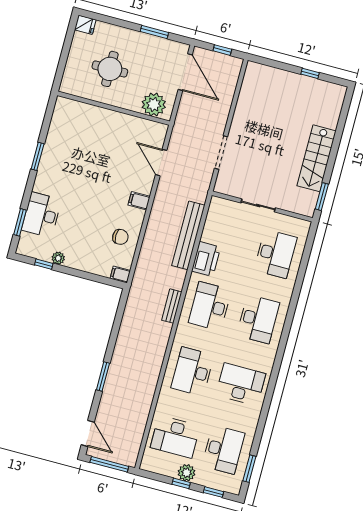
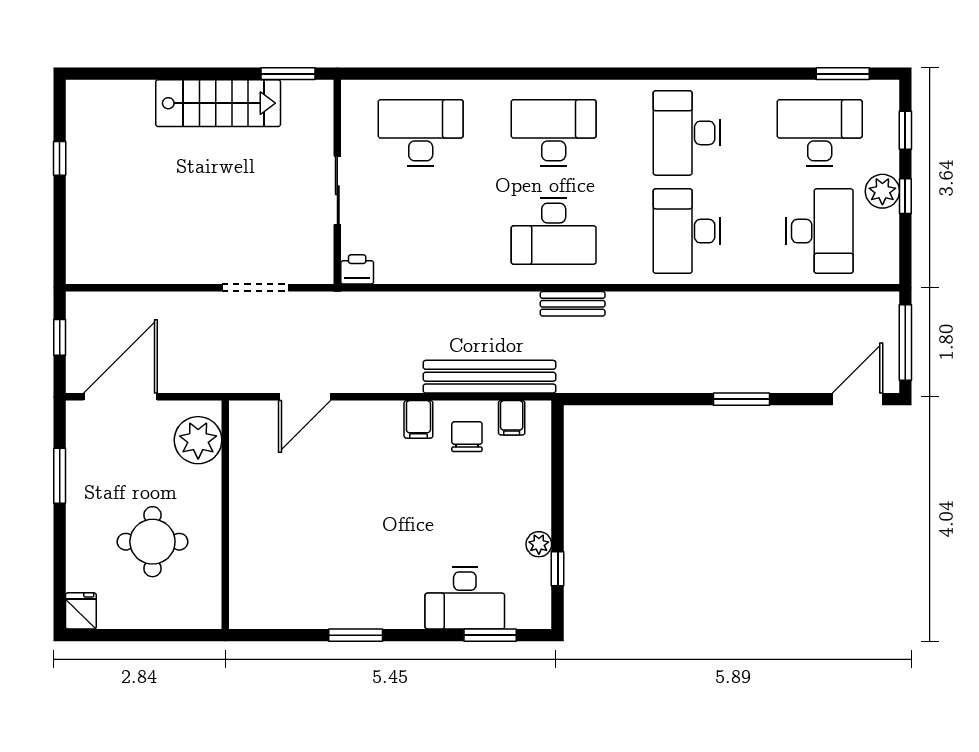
filing cabinet: (139, 201) -> (418, 419), moved
bench: (188, 235) -> (489, 377), moved
printer: (206, 259) -> (357, 269), moved, width x0.53, depth x0.68
filing cabinet: (120, 274) -> (512, 418), moved
desk: (193, 372) -> (687, 231), turned 90

